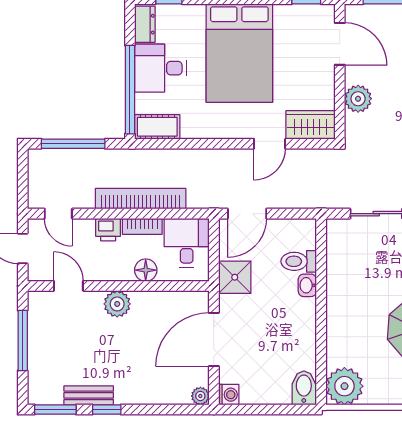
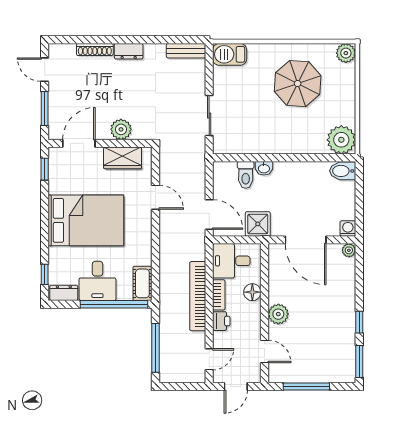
wardrobe: (310, 125) -> (123, 158), moved, turned -90
door: (68, 286) -> (264, 351), swing flipped
bench: (89, 395) -> (348, 336), removed

